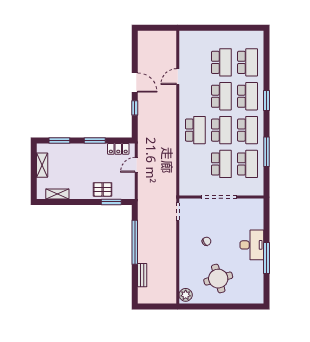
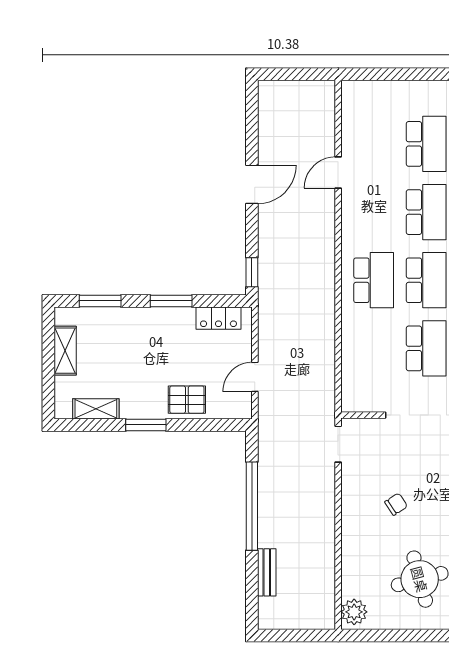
door: (135, 82) -> (252, 184), hinge flipped
window: (135, 108) -> (252, 272), moved
door: (136, 165) -> (255, 377), moved
window: (111, 202) -> (146, 425), moved

